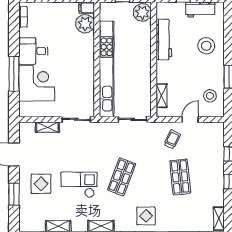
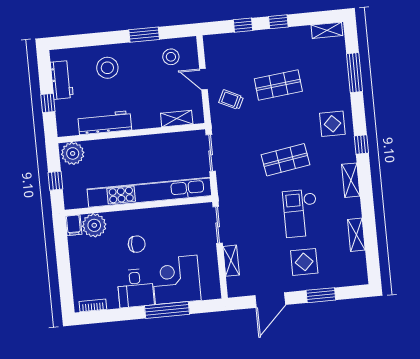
chair: (67, 55) -> (137, 244), added
shop shelf: (122, 177) -> (285, 160), turned -30

